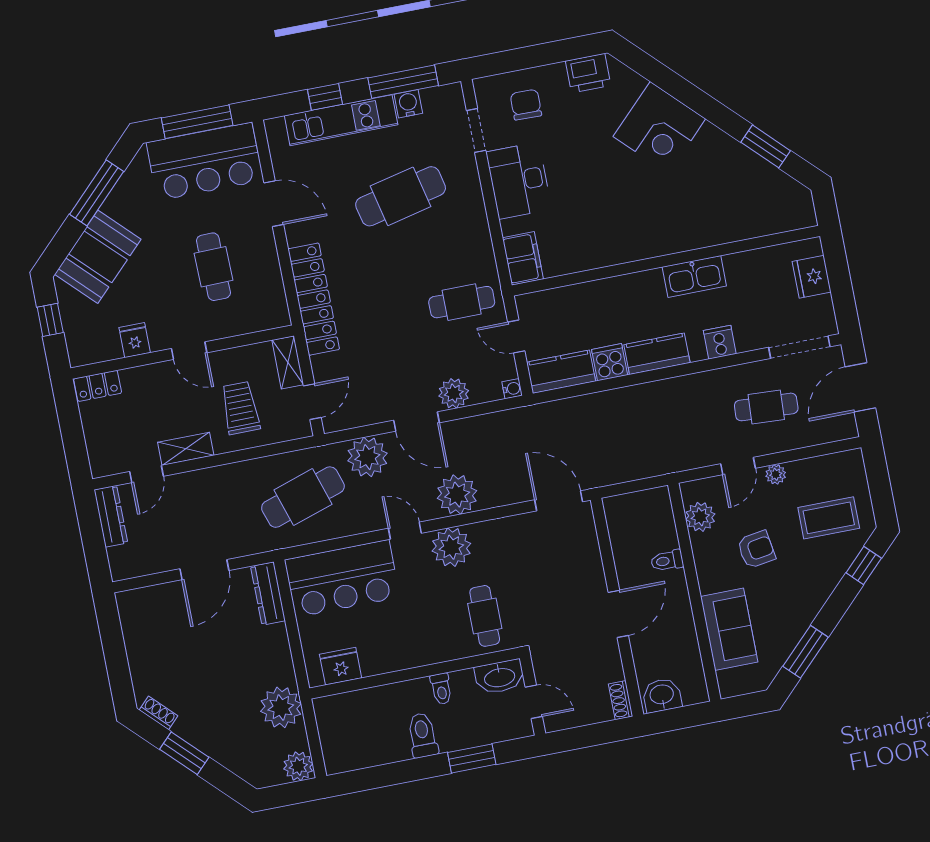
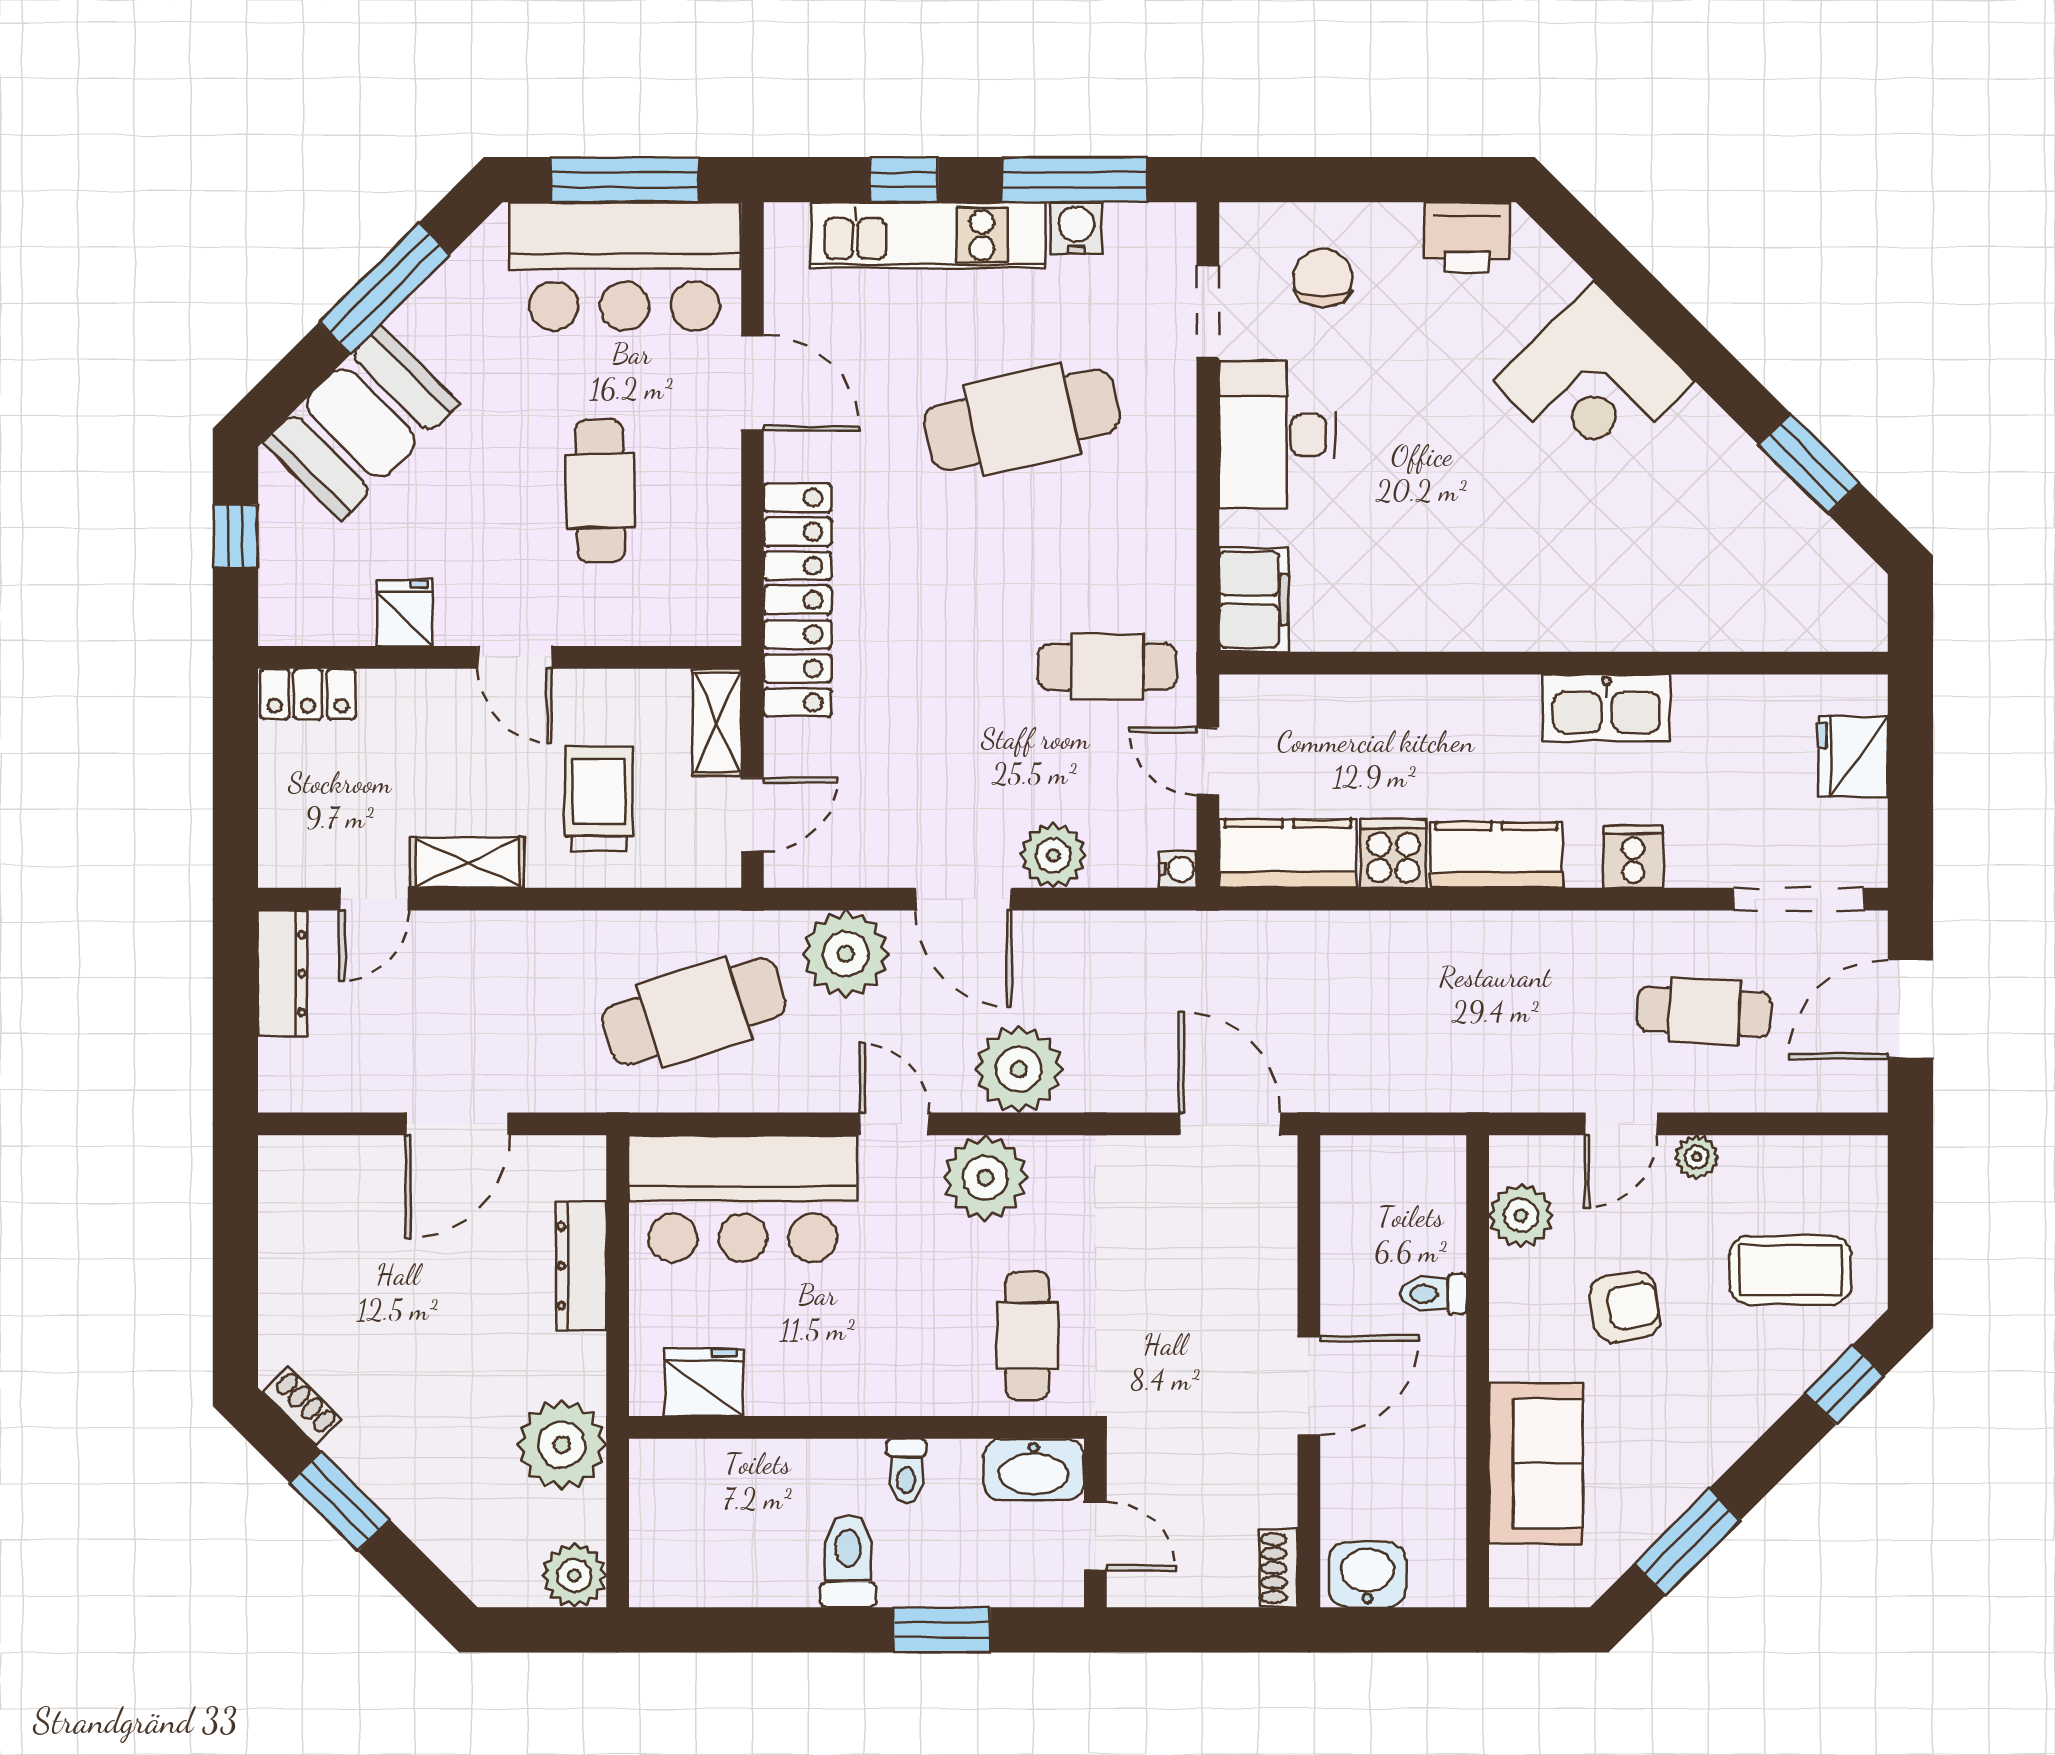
dresser: (268, 593) -> (581, 1266), moved

